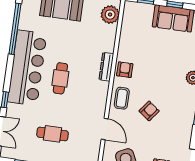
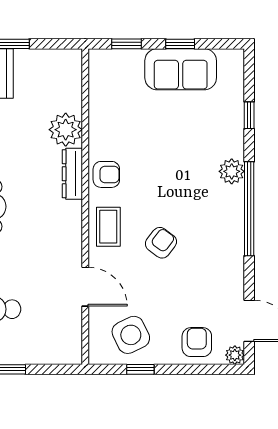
plant: (110, 15) -> (66, 130), moved
armchair: (125, 70) -> (106, 174), turned 90

